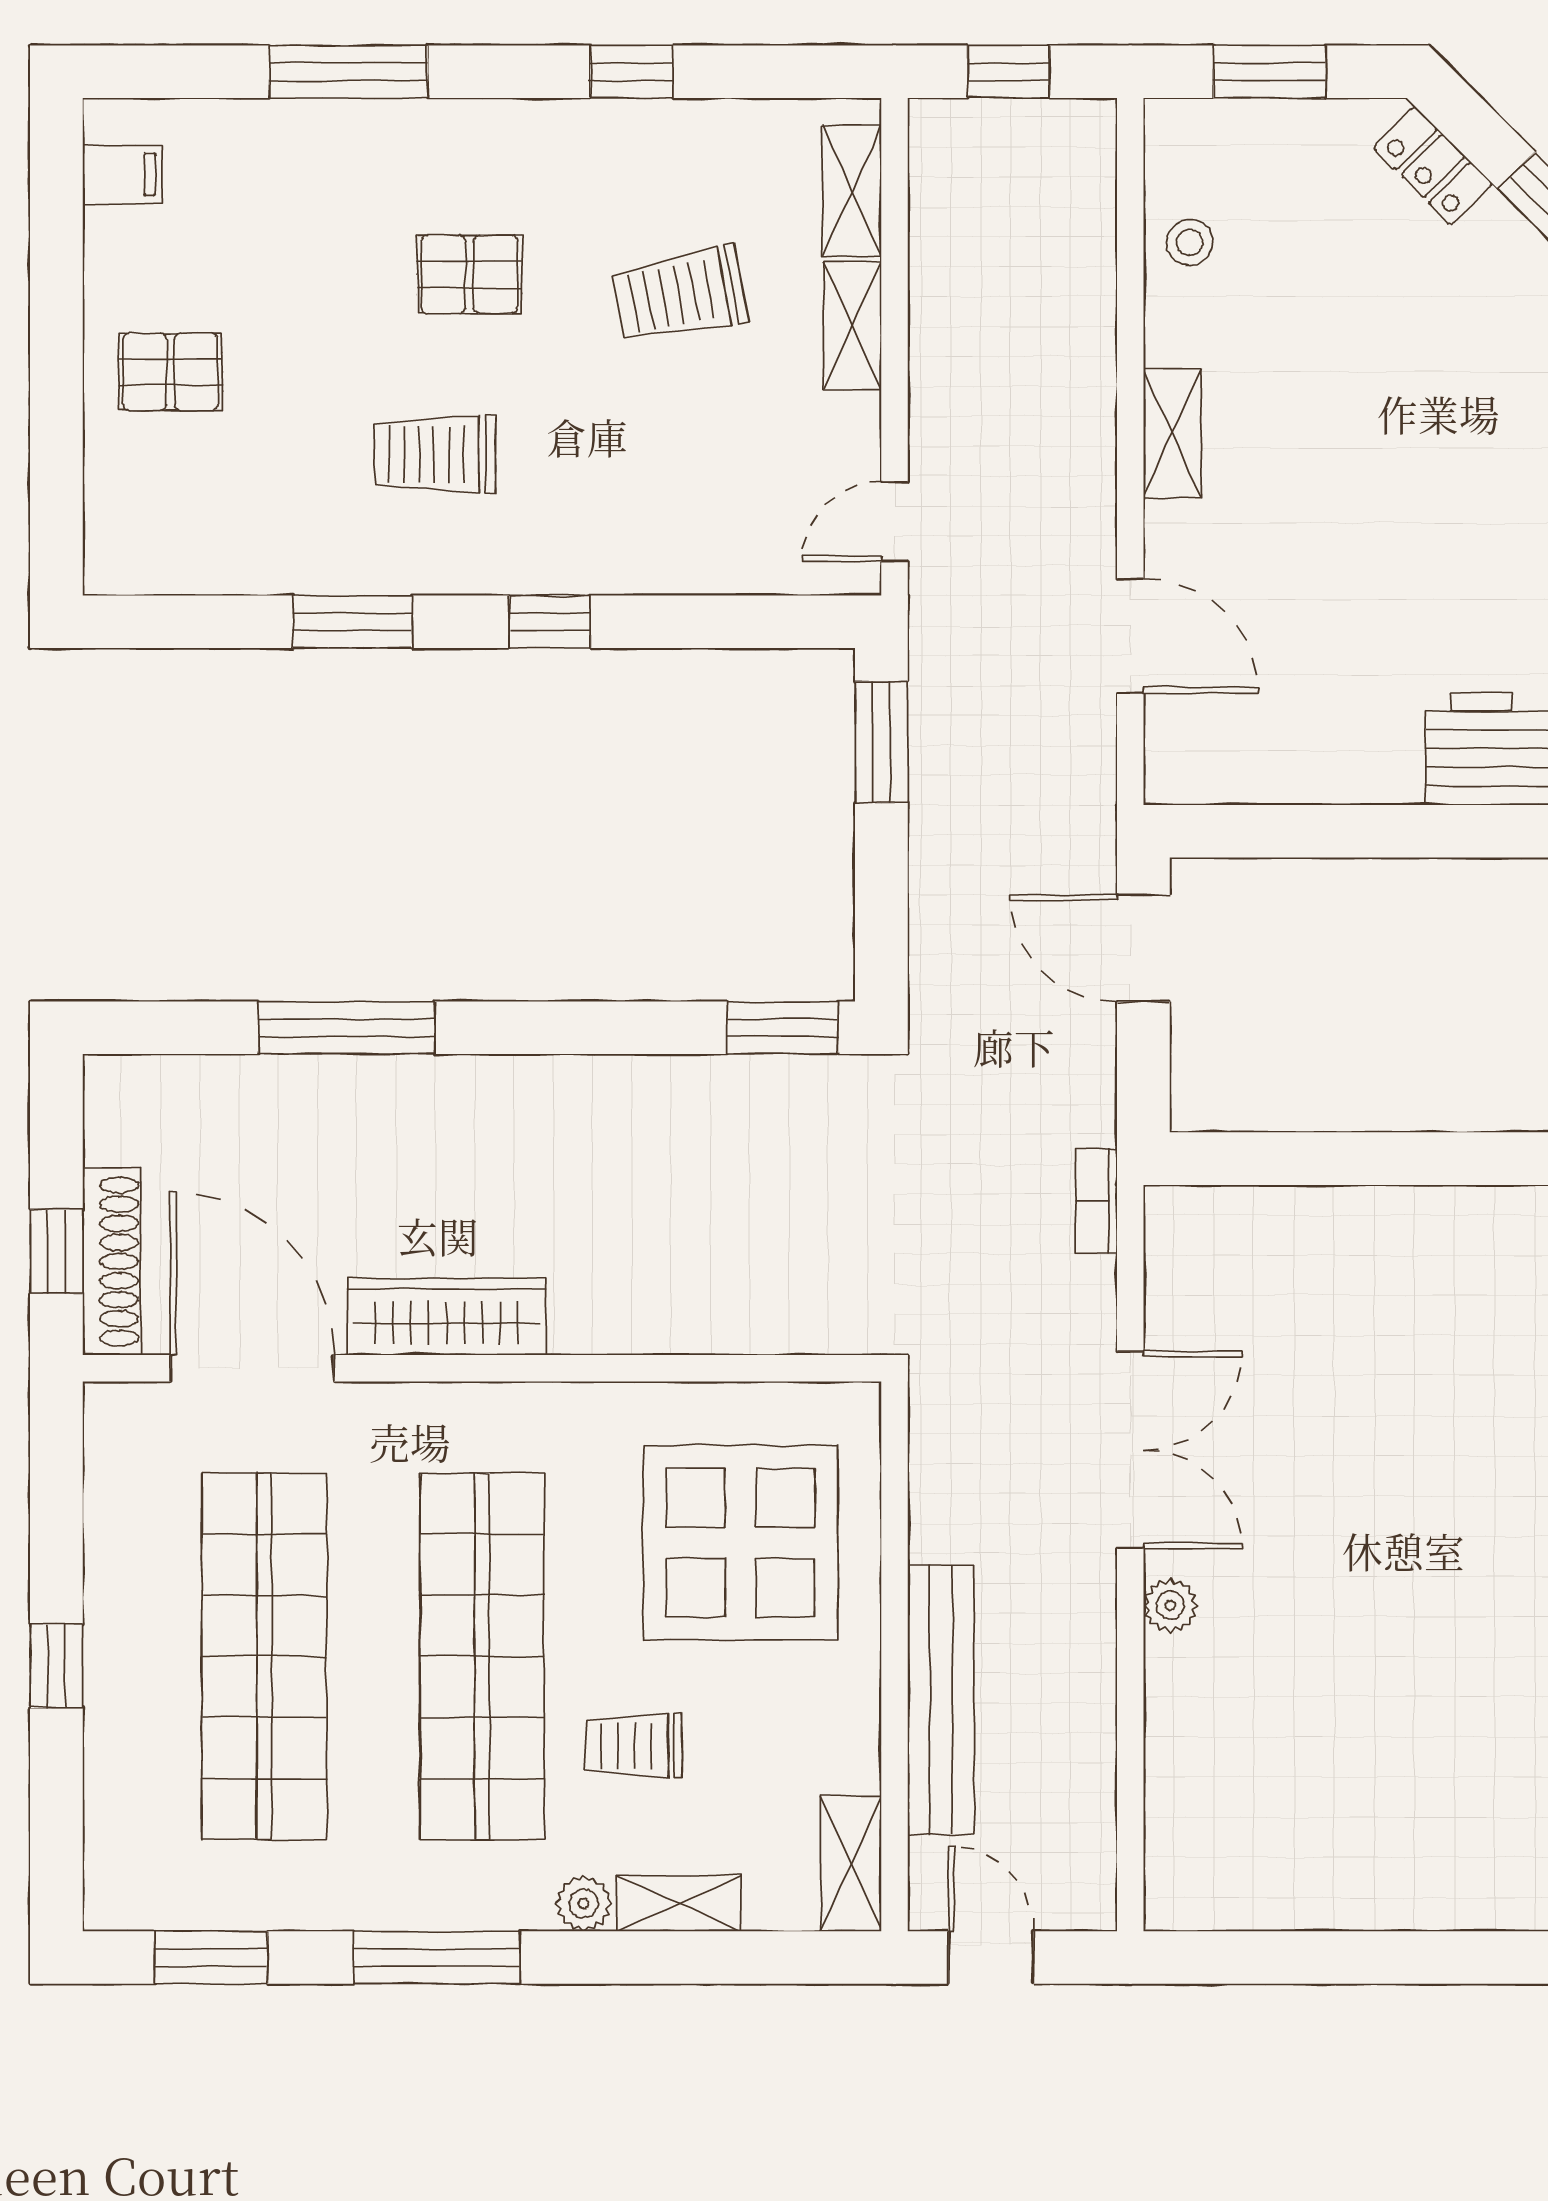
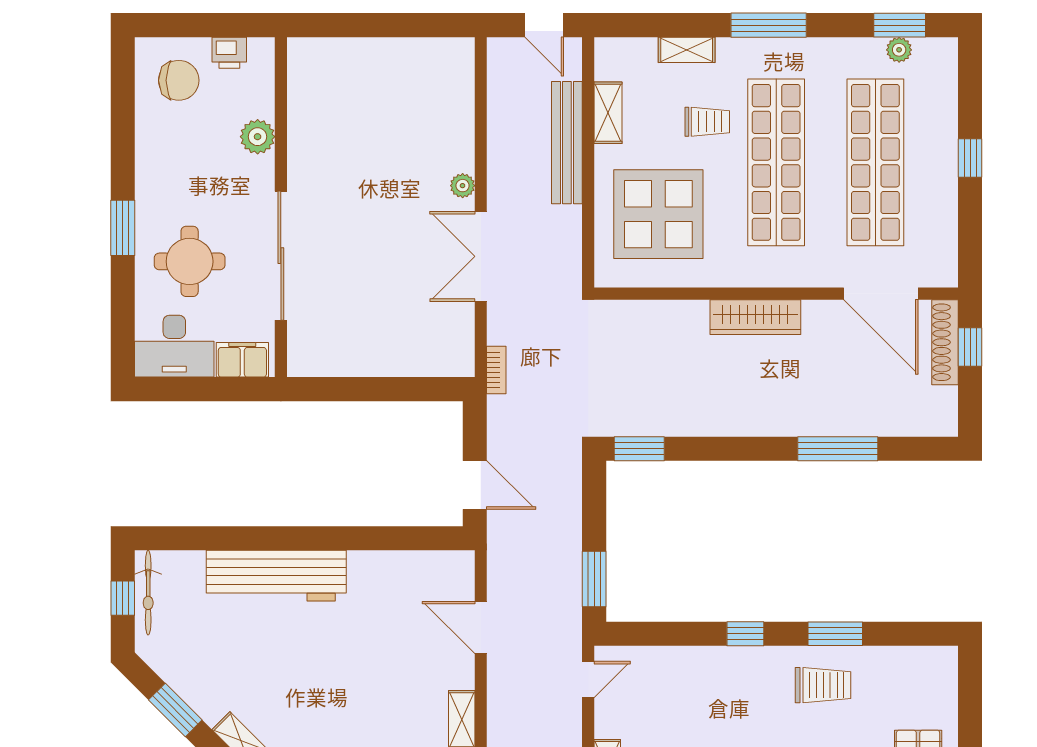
trolley: (435, 454) -> (823, 685), moved
wardrobe: (447, 1317) -> (755, 317), moved
shelving: (851, 1864) -> (608, 113), moved
plant: (583, 1904) -> (899, 50), moved
window: (437, 1957) -> (769, 25), moved

